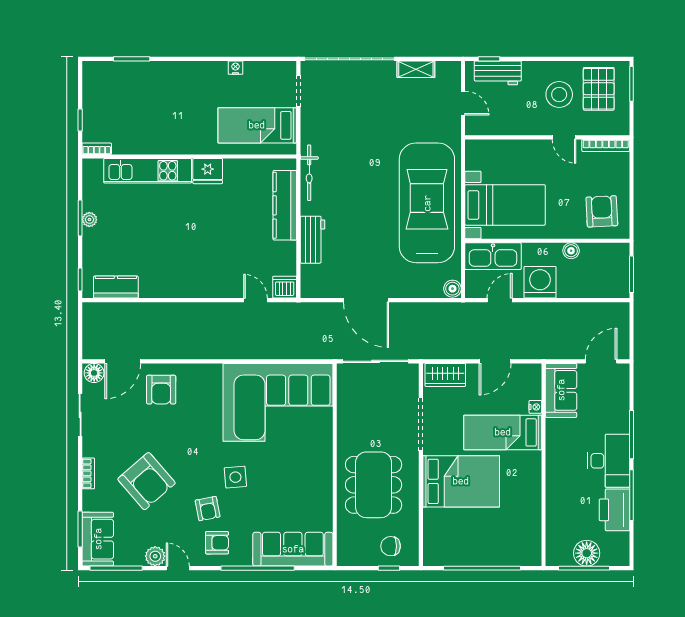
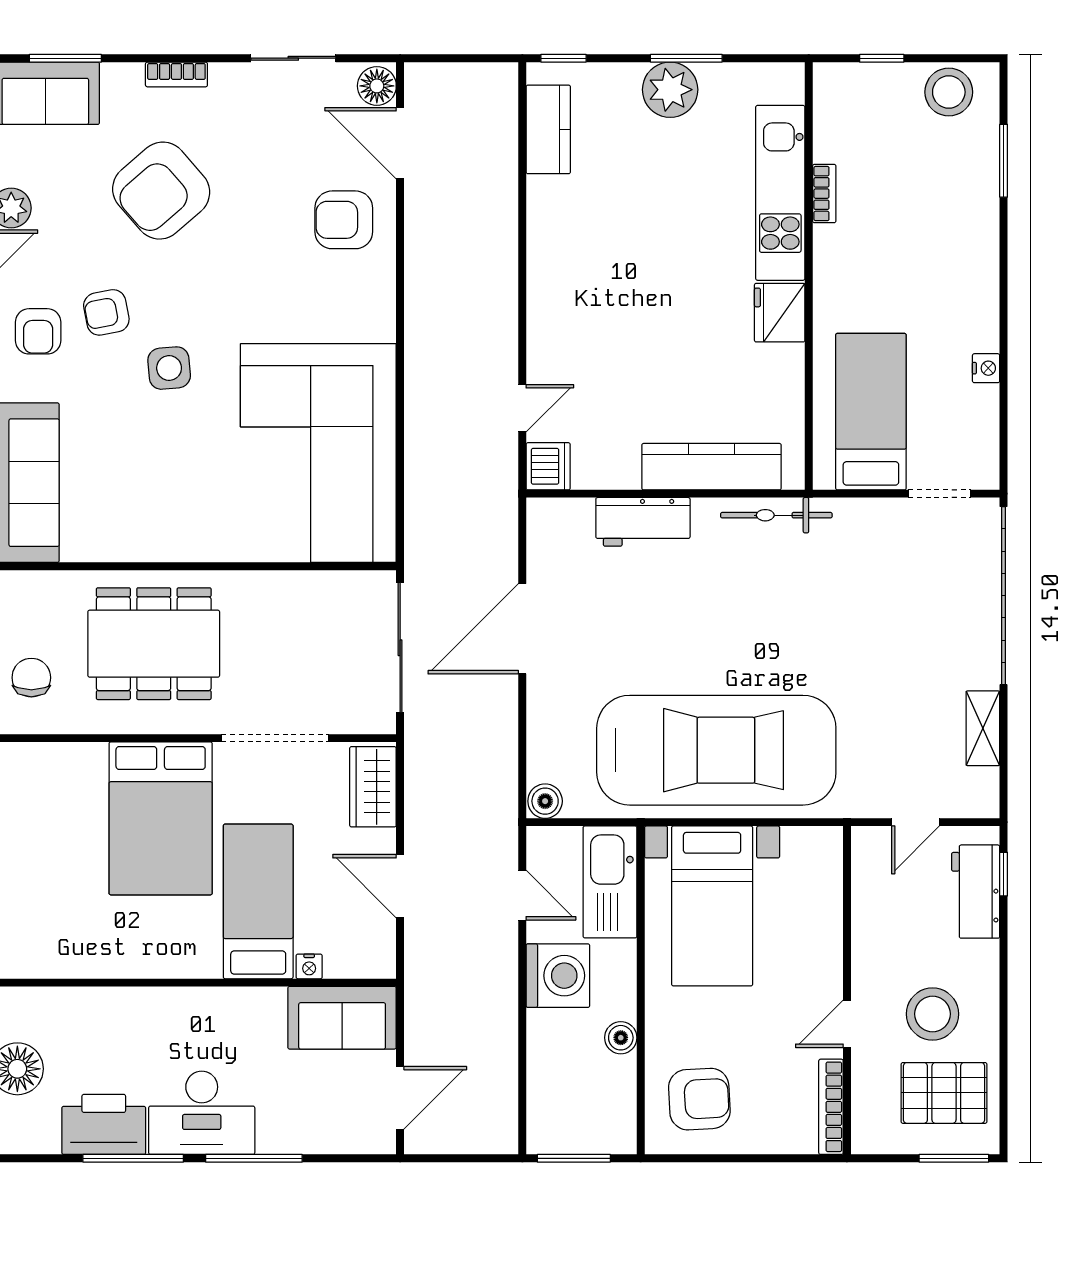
stool: (97, 86) -> (949, 92), added
bookcase: (97, 149) -> (824, 194), moved
plant: (89, 220) -> (670, 90), width x1.87, depth x1.87
door: (601, 361) -> (400, 1098), hinge flipped

